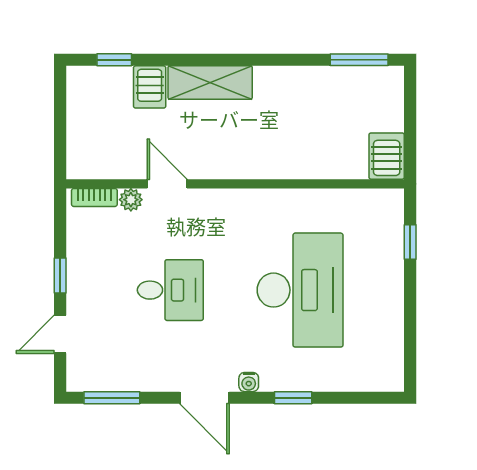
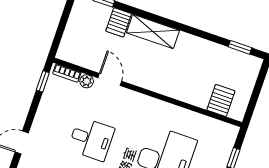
window: (359, 60) -> (240, 47), width x0.67
server rack: (387, 156) -> (221, 100), moved
window: (60, 276) -> (43, 81), moved

